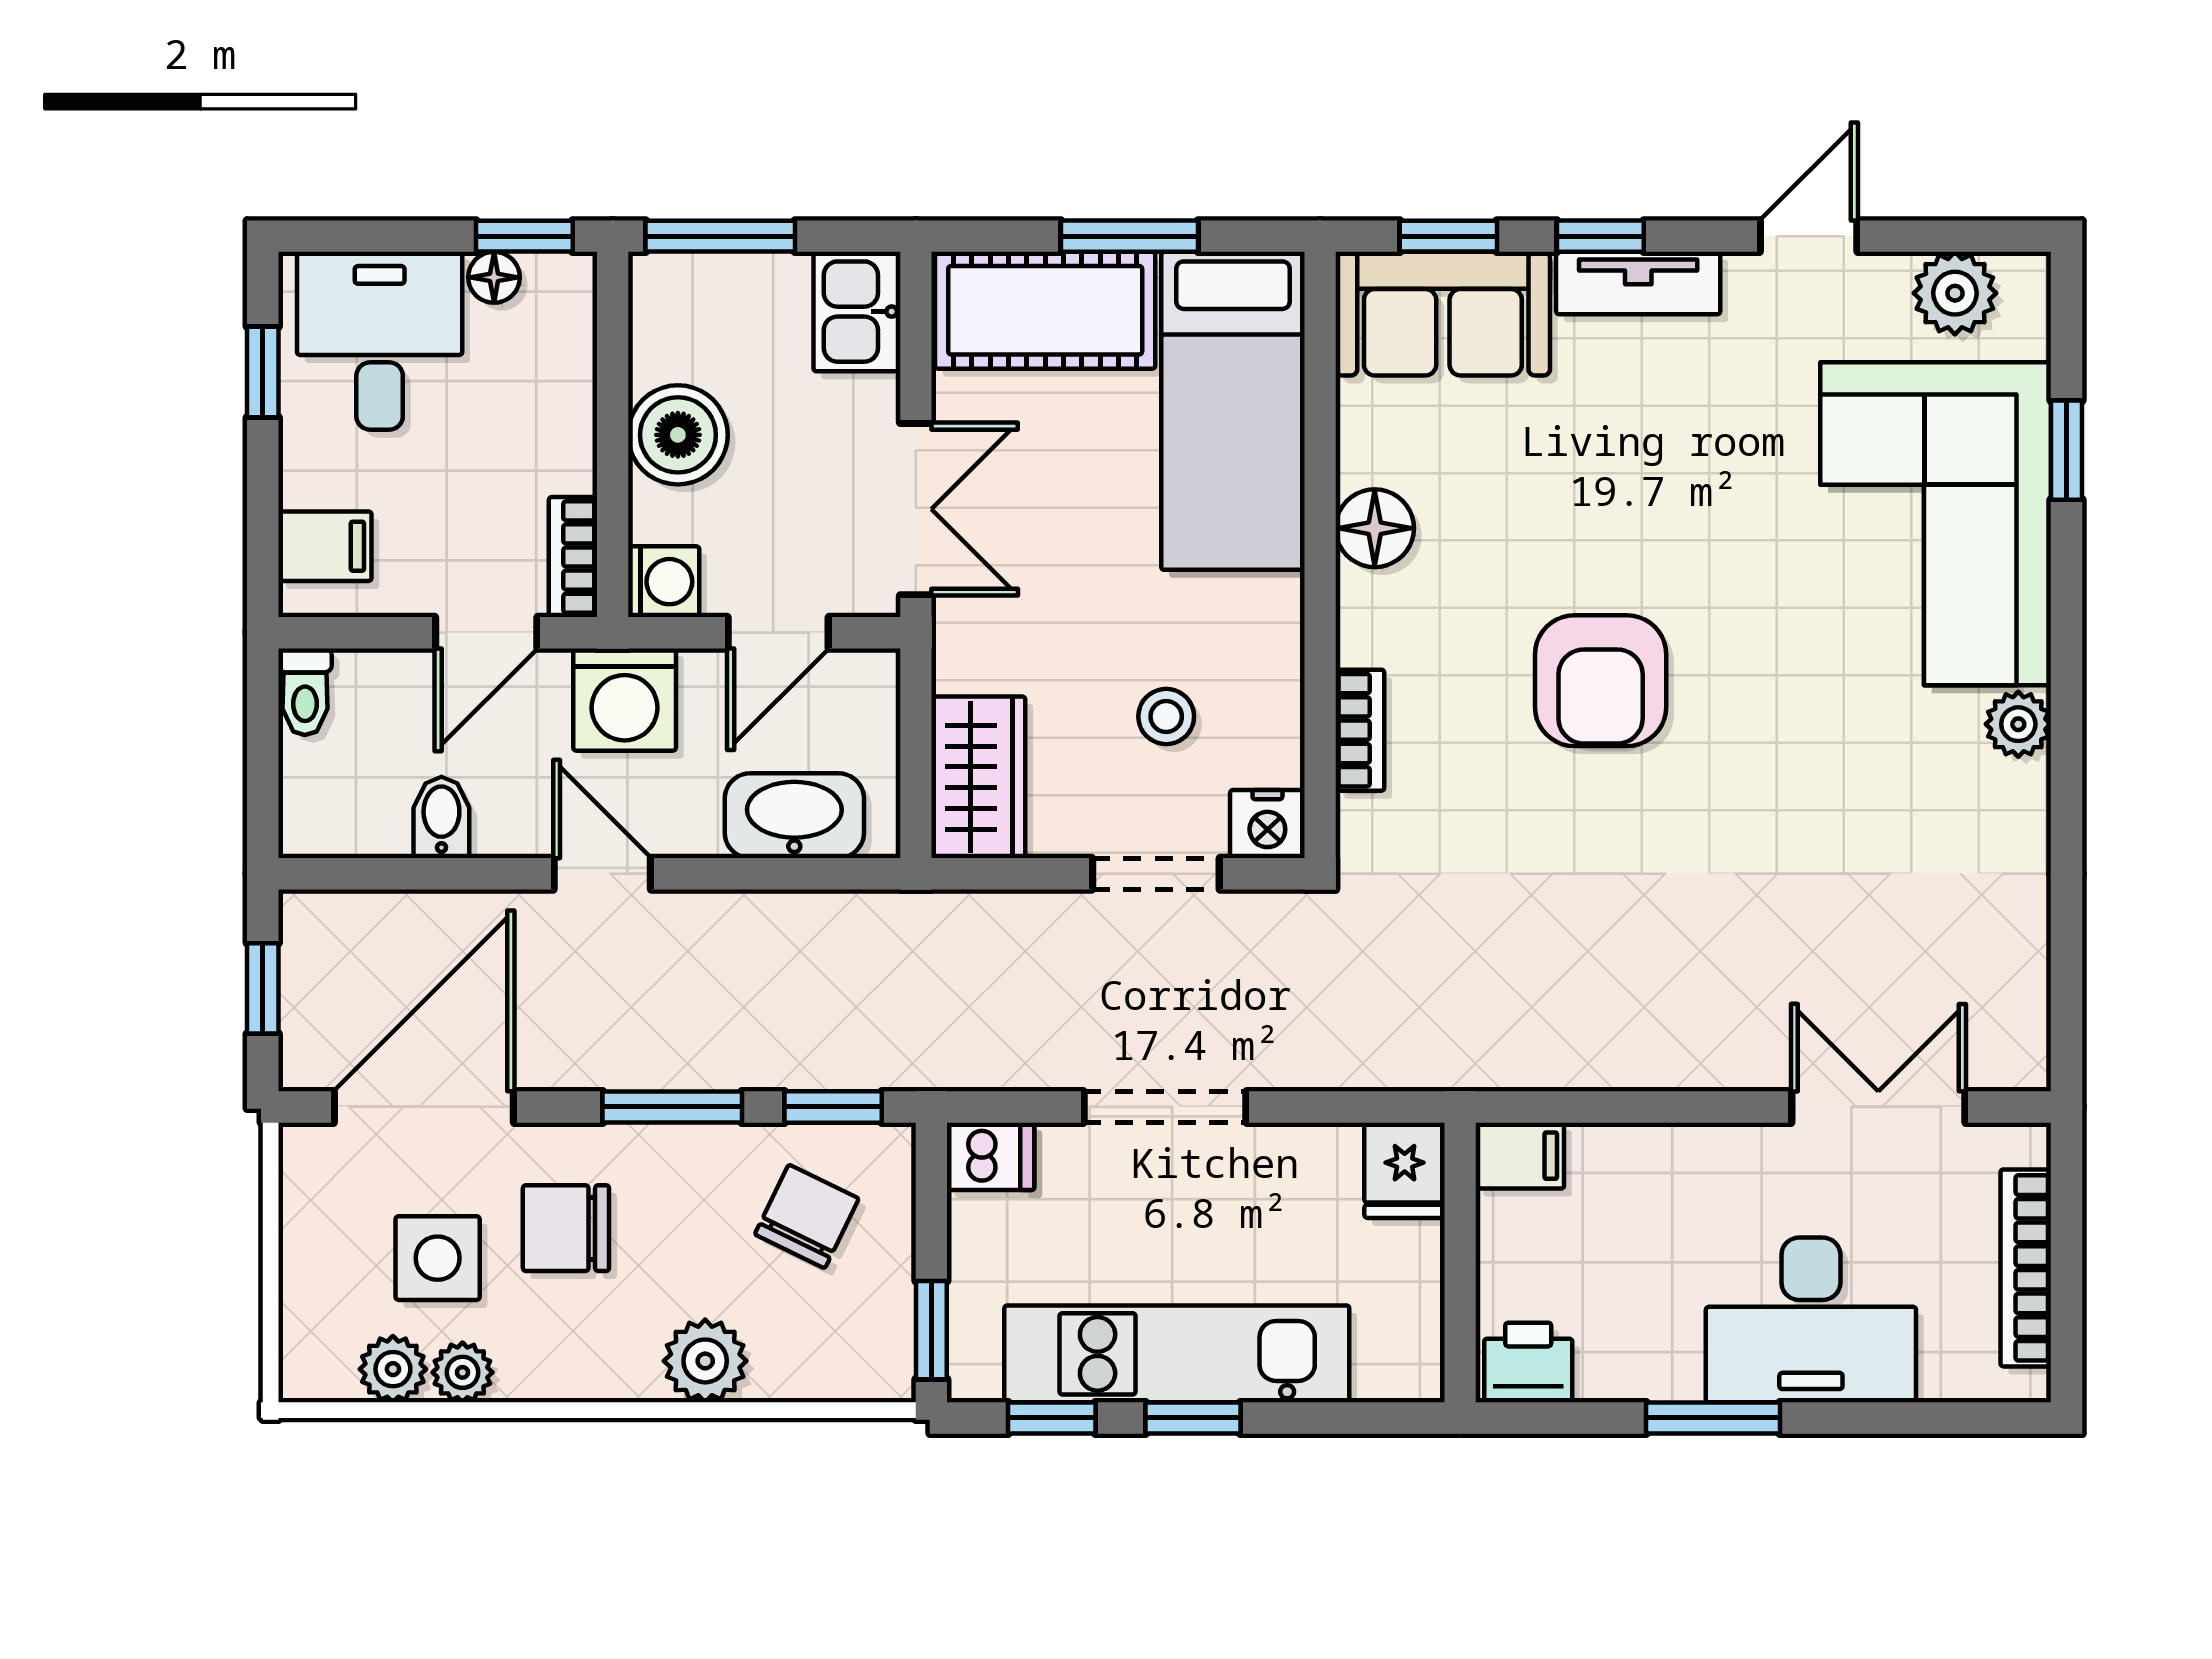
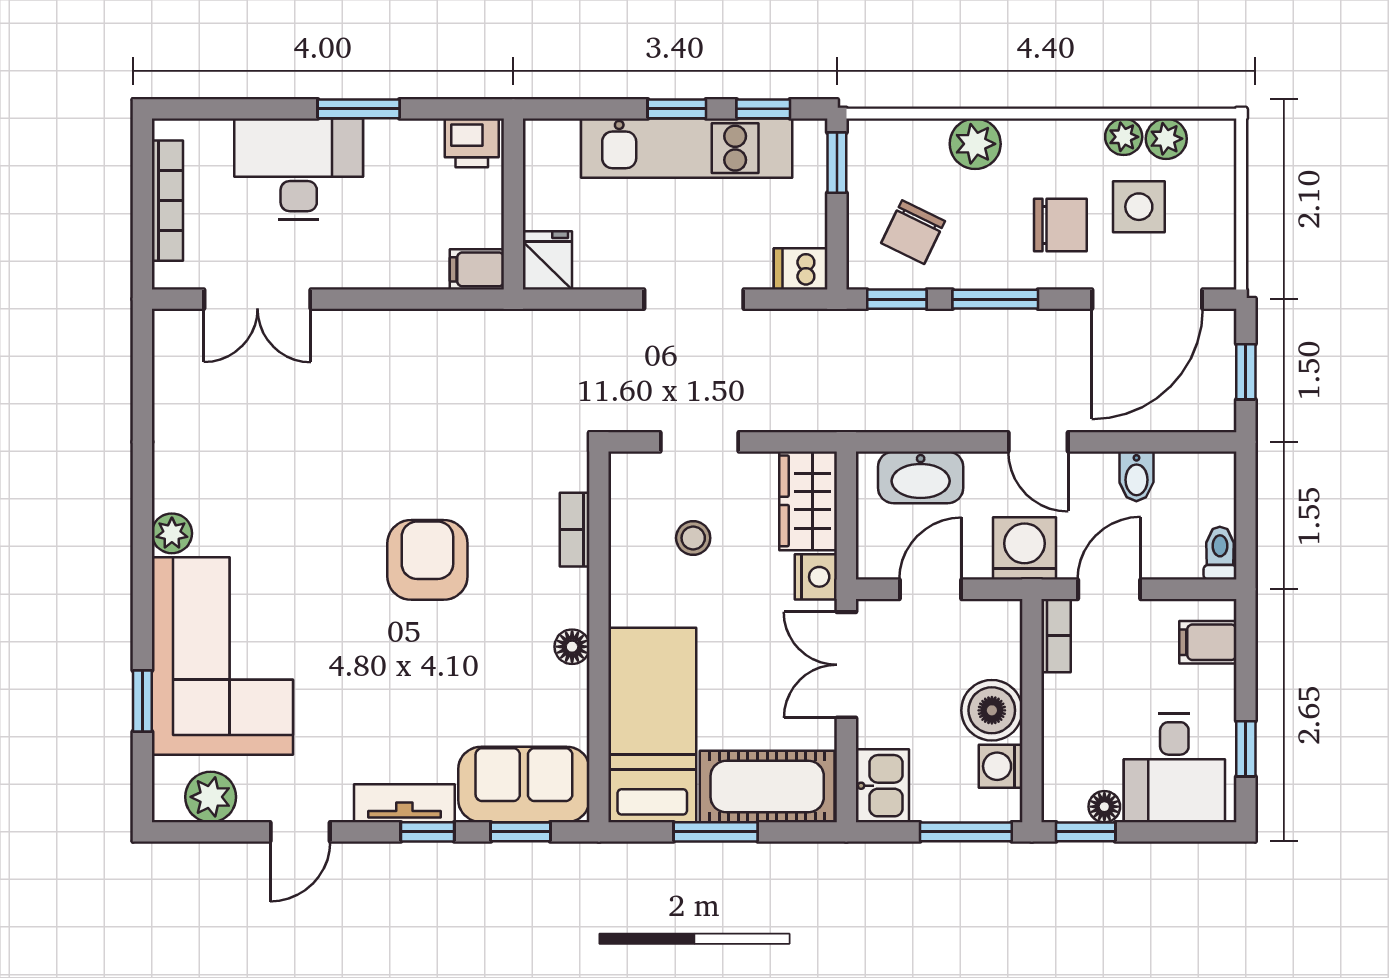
floor lamp: (1375, 528) -> (572, 647), width x0.73, depth x0.73
washing machine: (664, 582) -> (1001, 766), moved
nightstand: (1267, 824) -> (816, 577), moved, turned 90

